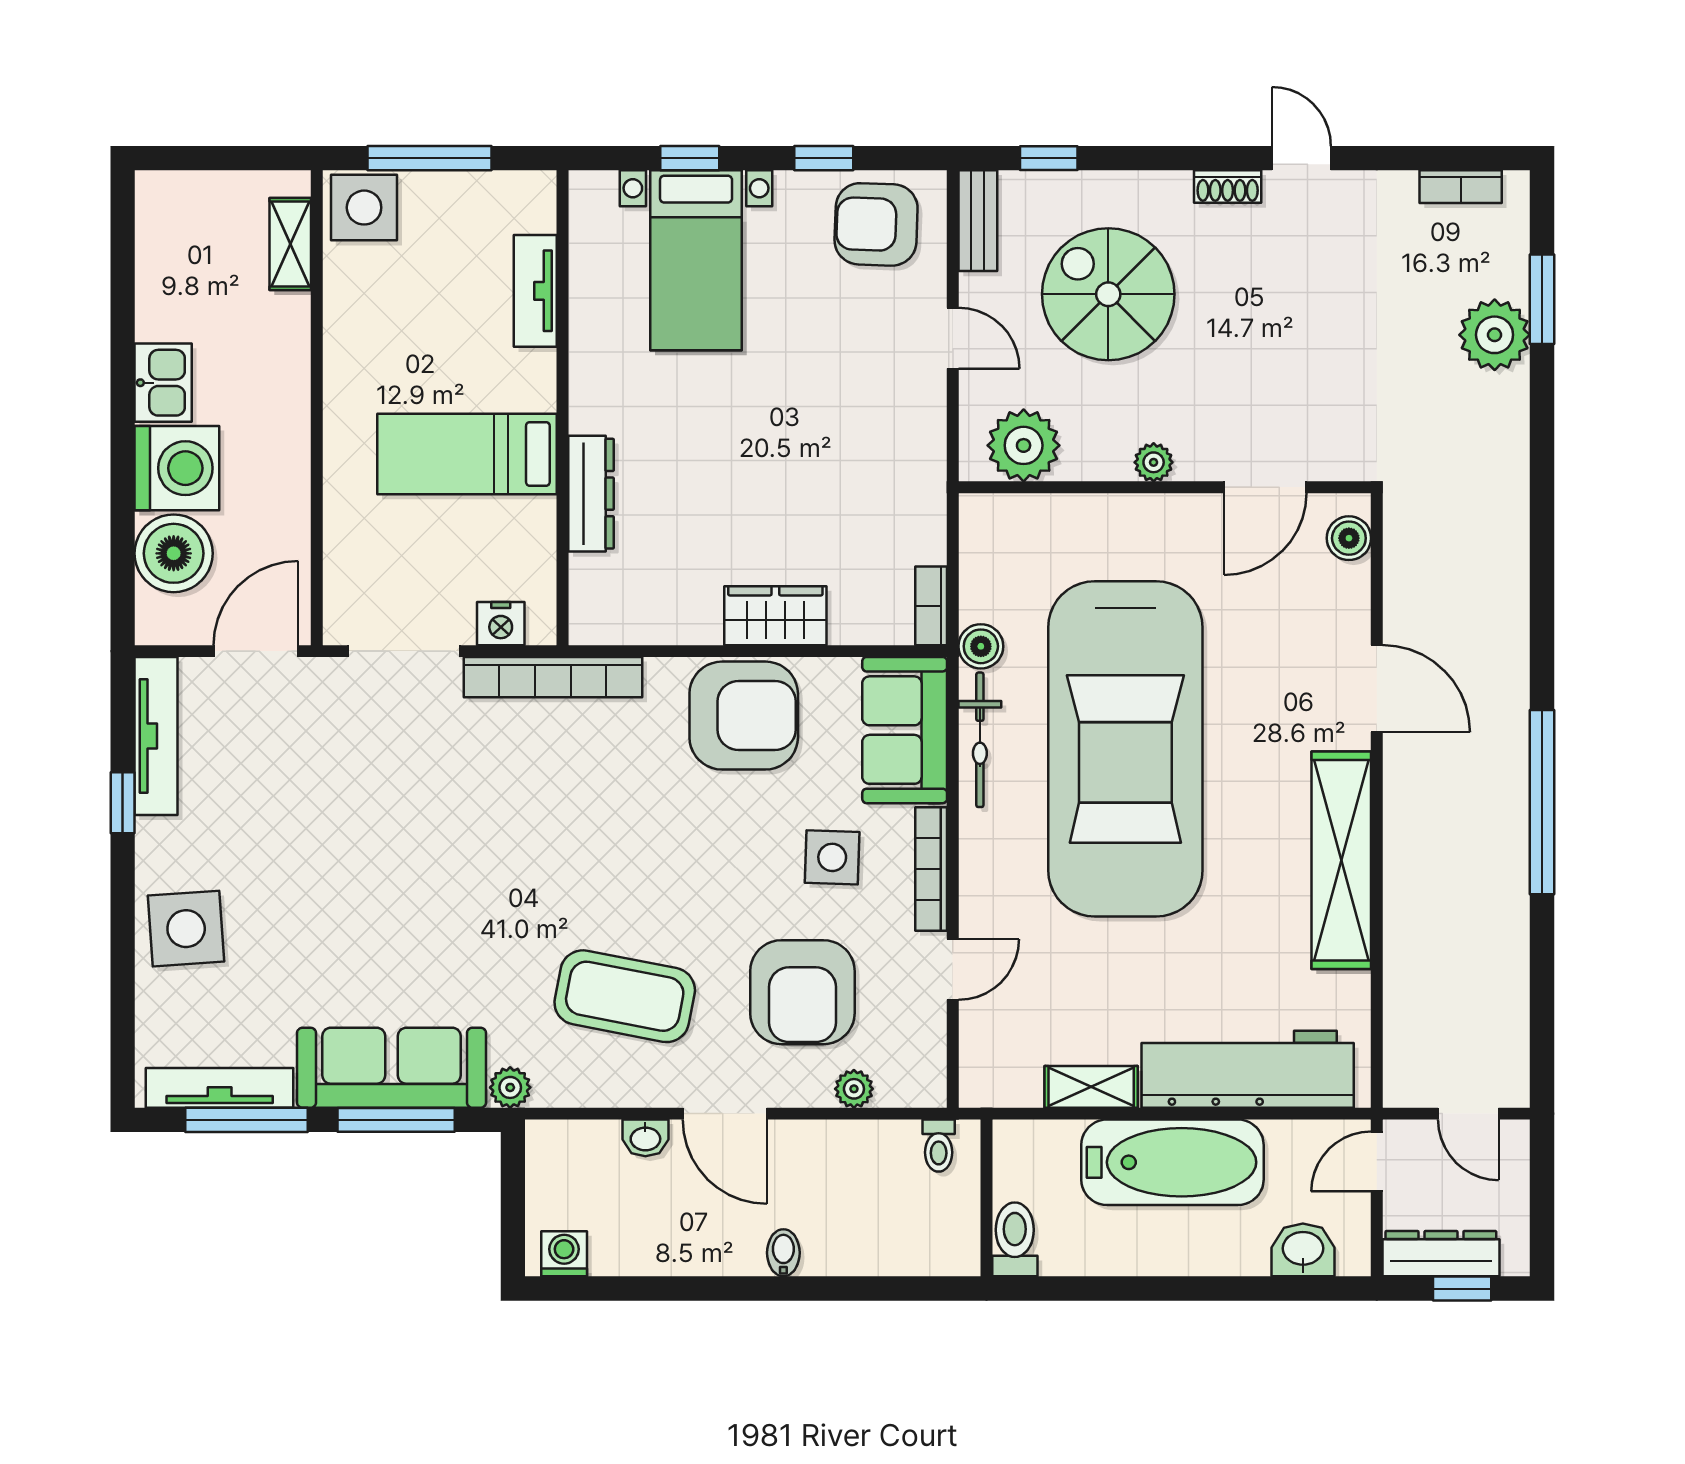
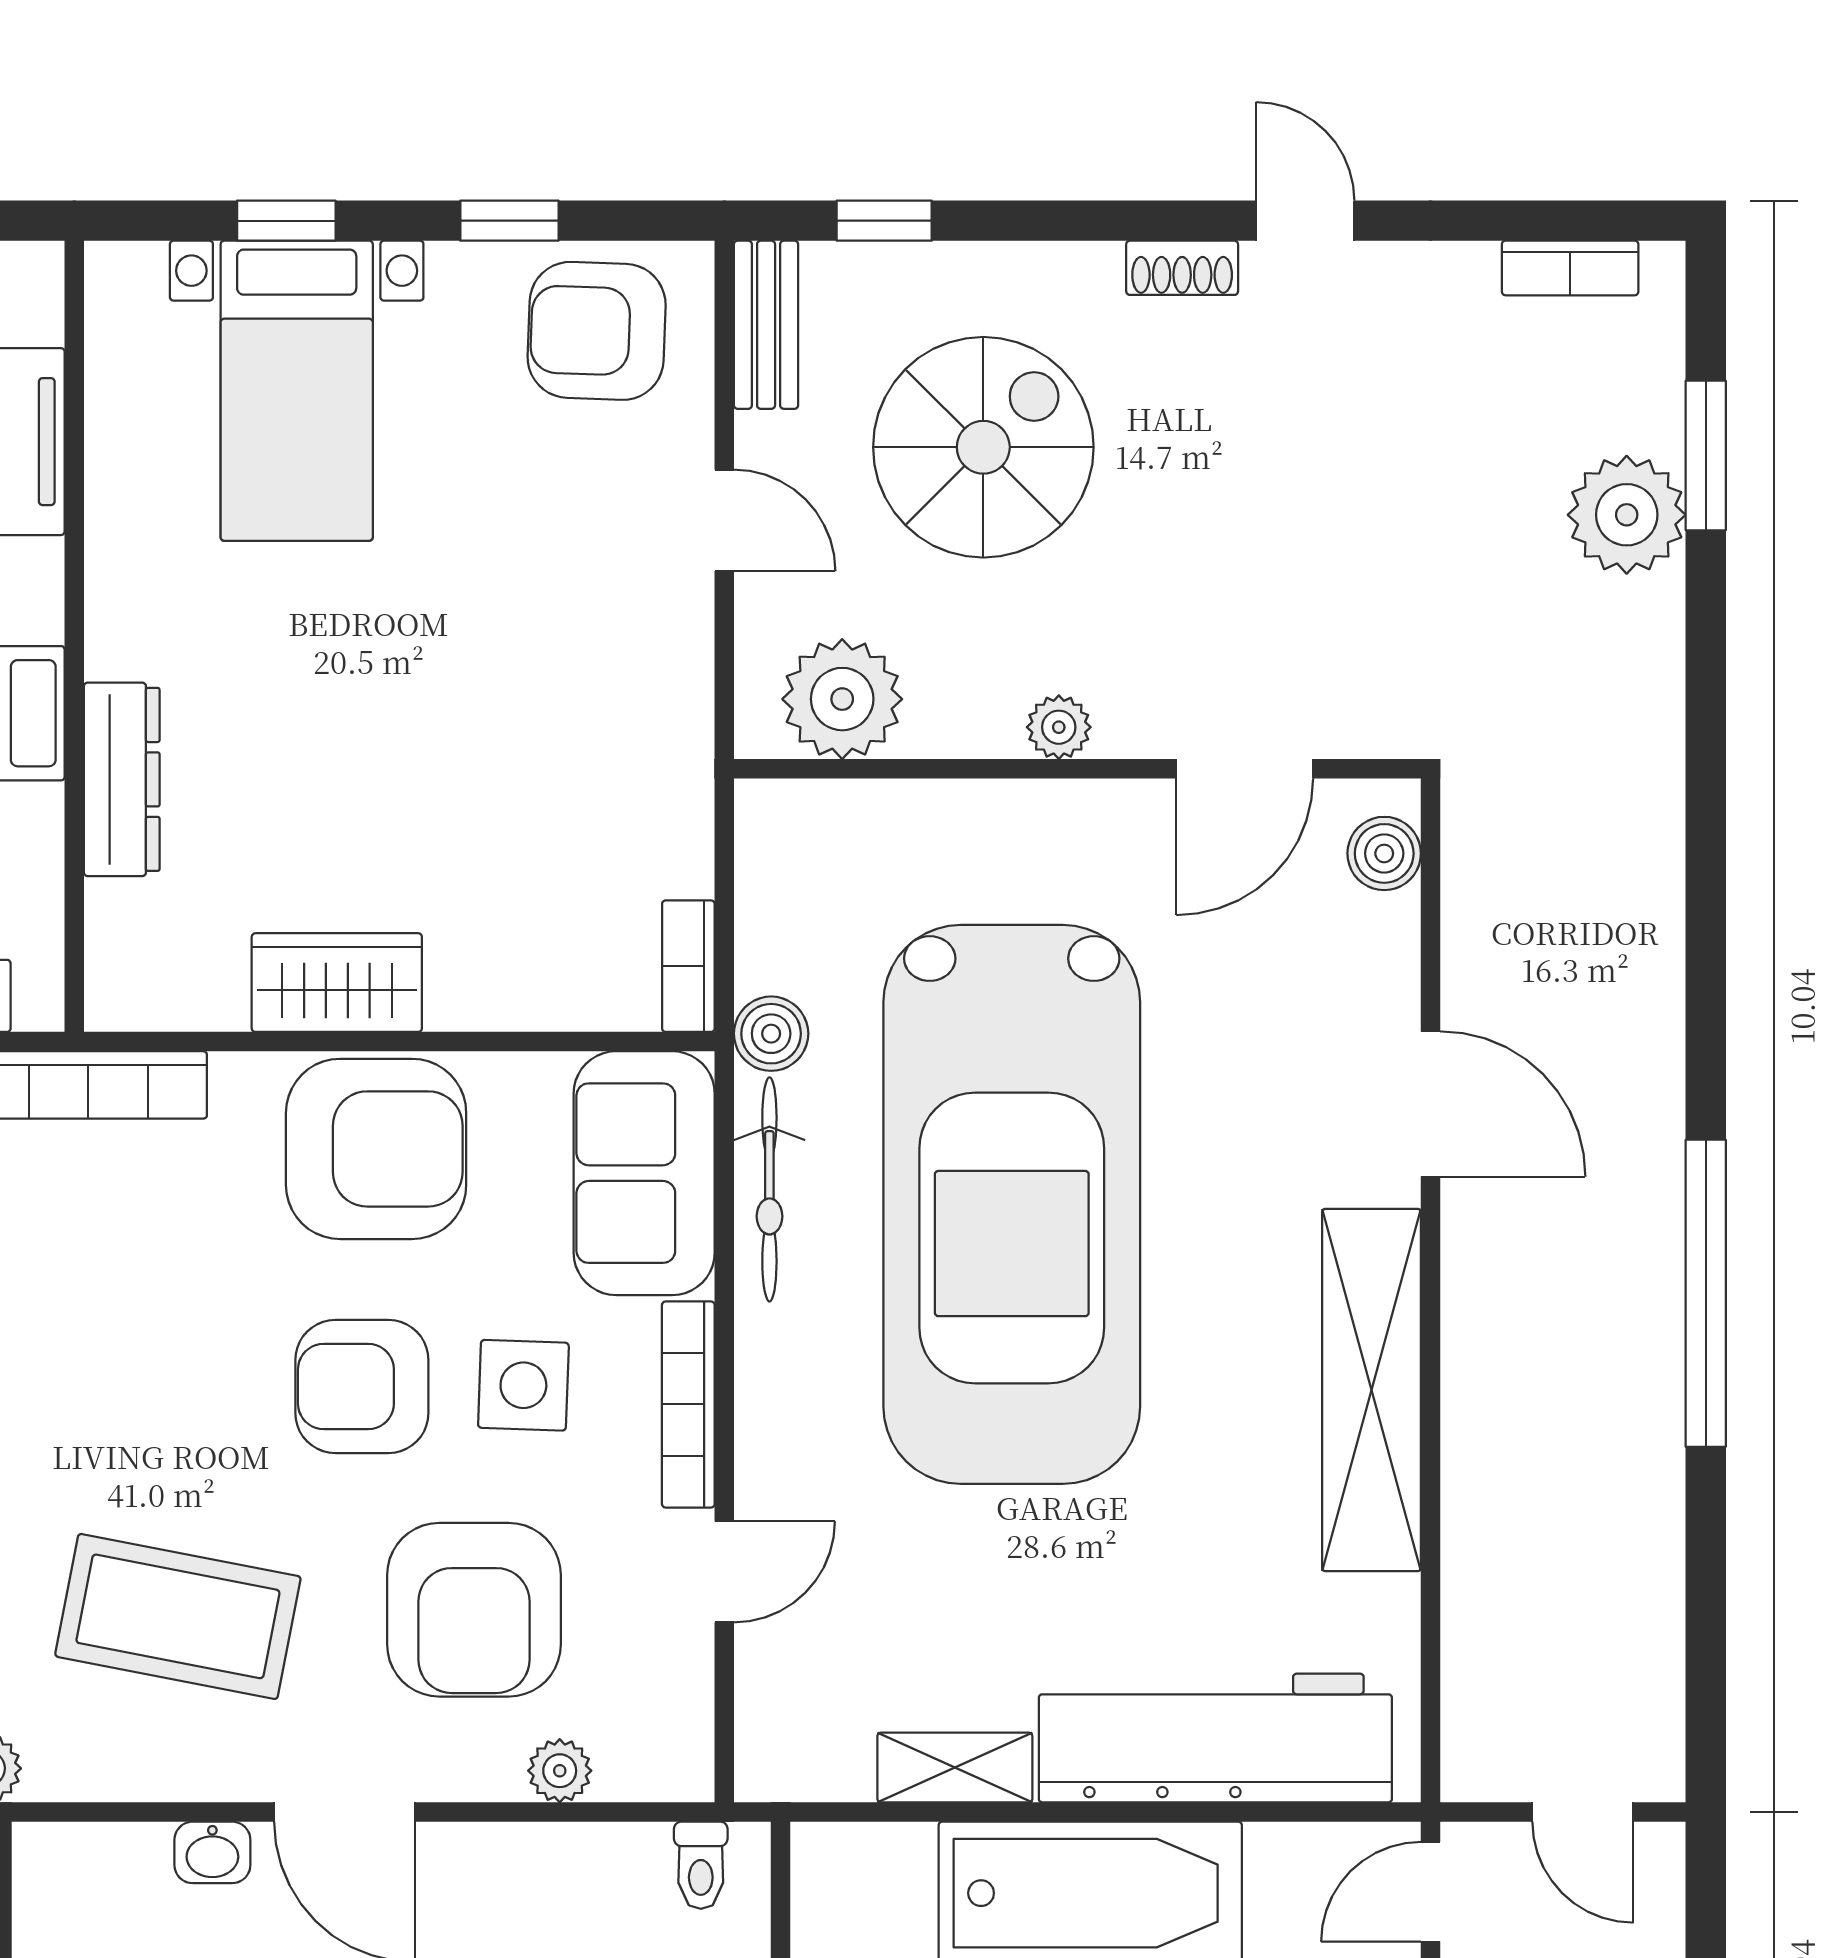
spiral stairs: (1108, 294) -> (983, 447), turned 90
wardrobe: (775, 616) -> (337, 983), moved
armchair: (735, 858) -> (362, 1387), added

